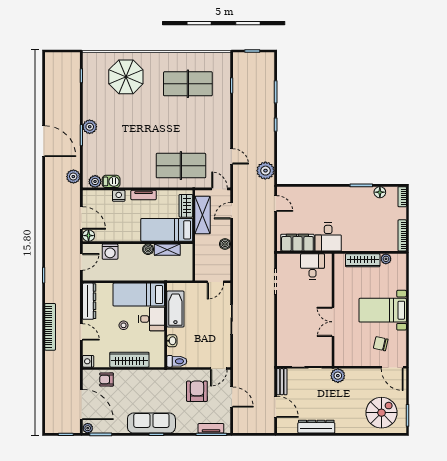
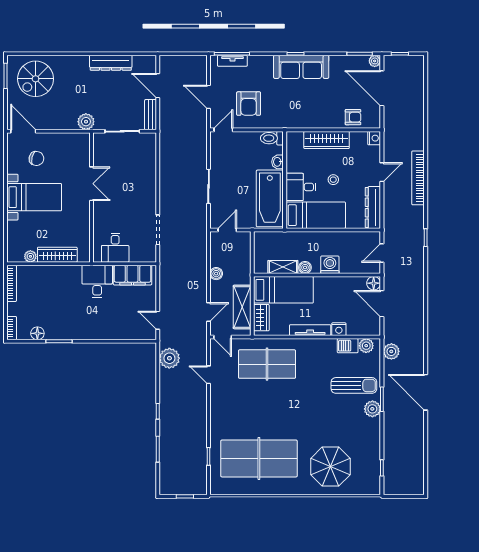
table tennis table: (188, 84) -> (259, 458), width x1.36, depth x1.32
sun lounger: (106, 147) -> (354, 385), added
tv unit: (144, 195) -> (310, 330), width x1.41
washing machine: (110, 252) -> (330, 265), moved
bathtub: (175, 309) -> (270, 198), width x1.36, depth x1.36
door: (81, 332) -> (382, 172), swing flipped

